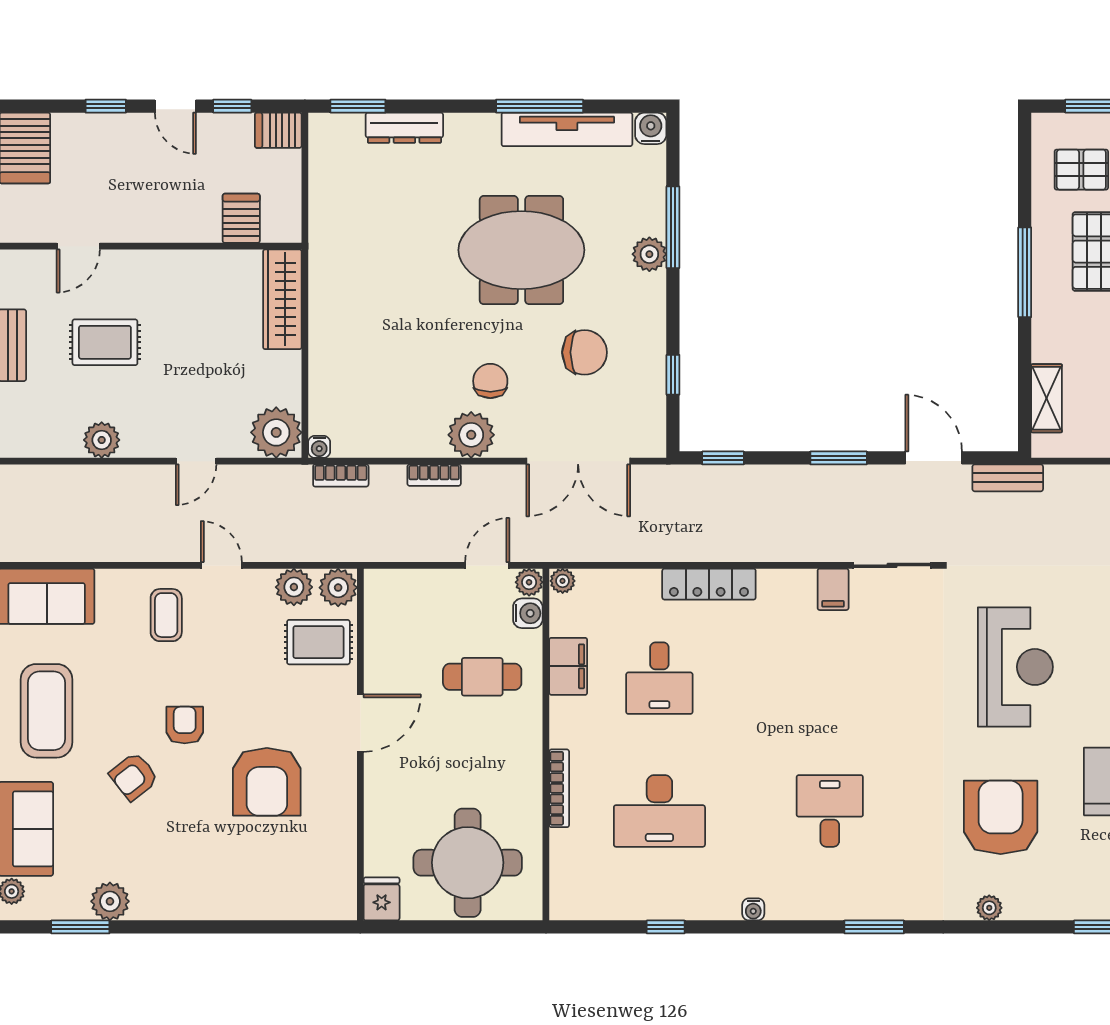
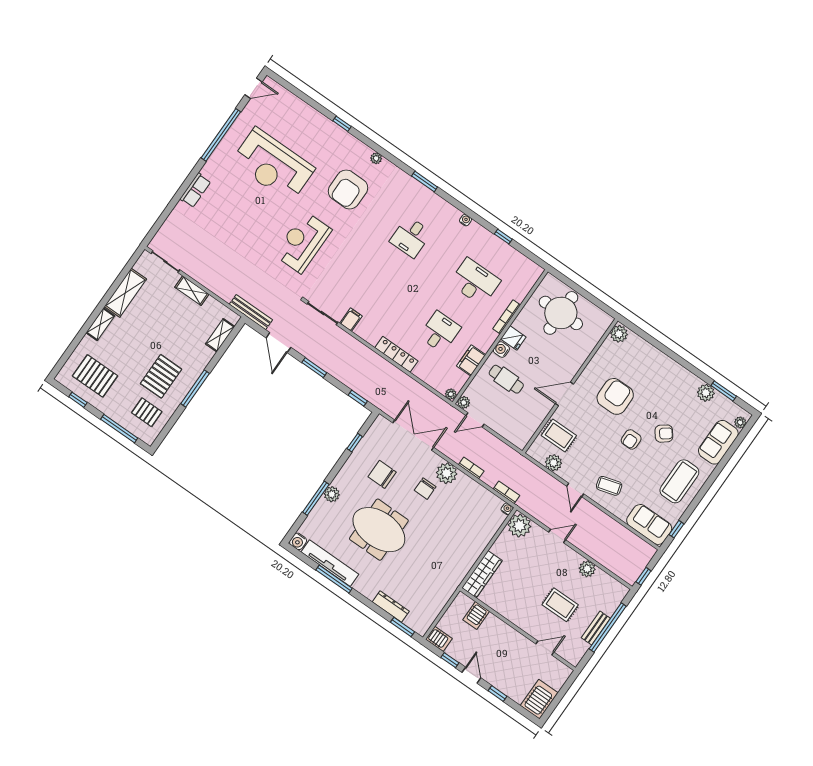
bench: (1008, 478) -> (251, 312), width x1.36
plant: (338, 588) -> (619, 334), moved
water cooler: (528, 613) -> (501, 350), moved
coffee table: (166, 615) -> (609, 486), turned 74
fridge: (382, 899) -> (513, 338), moved, turned -90

